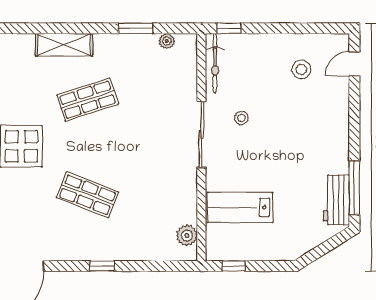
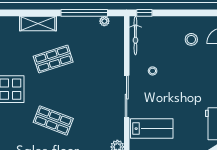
window: (136, 28) -> (84, 13), width x2.11
sliding door: (201, 134) -> (127, 97), moved
lab bench: (240, 207) -> (152, 129), turned 180

